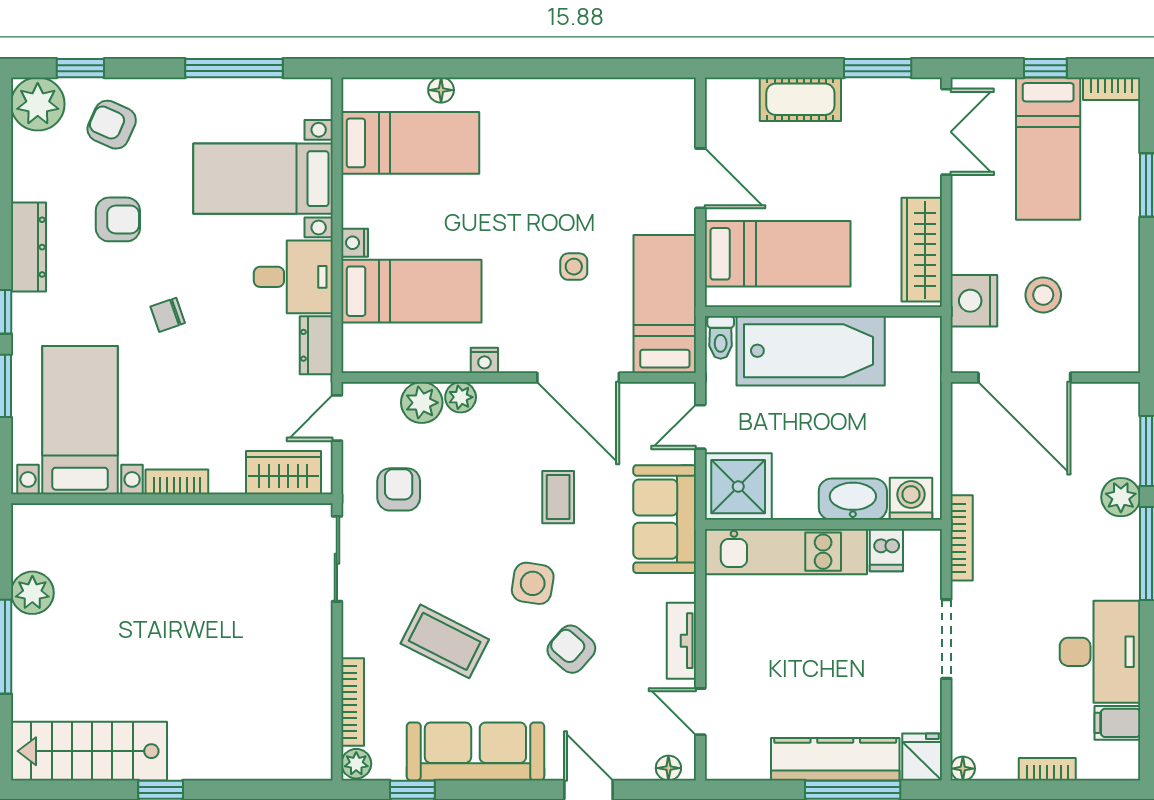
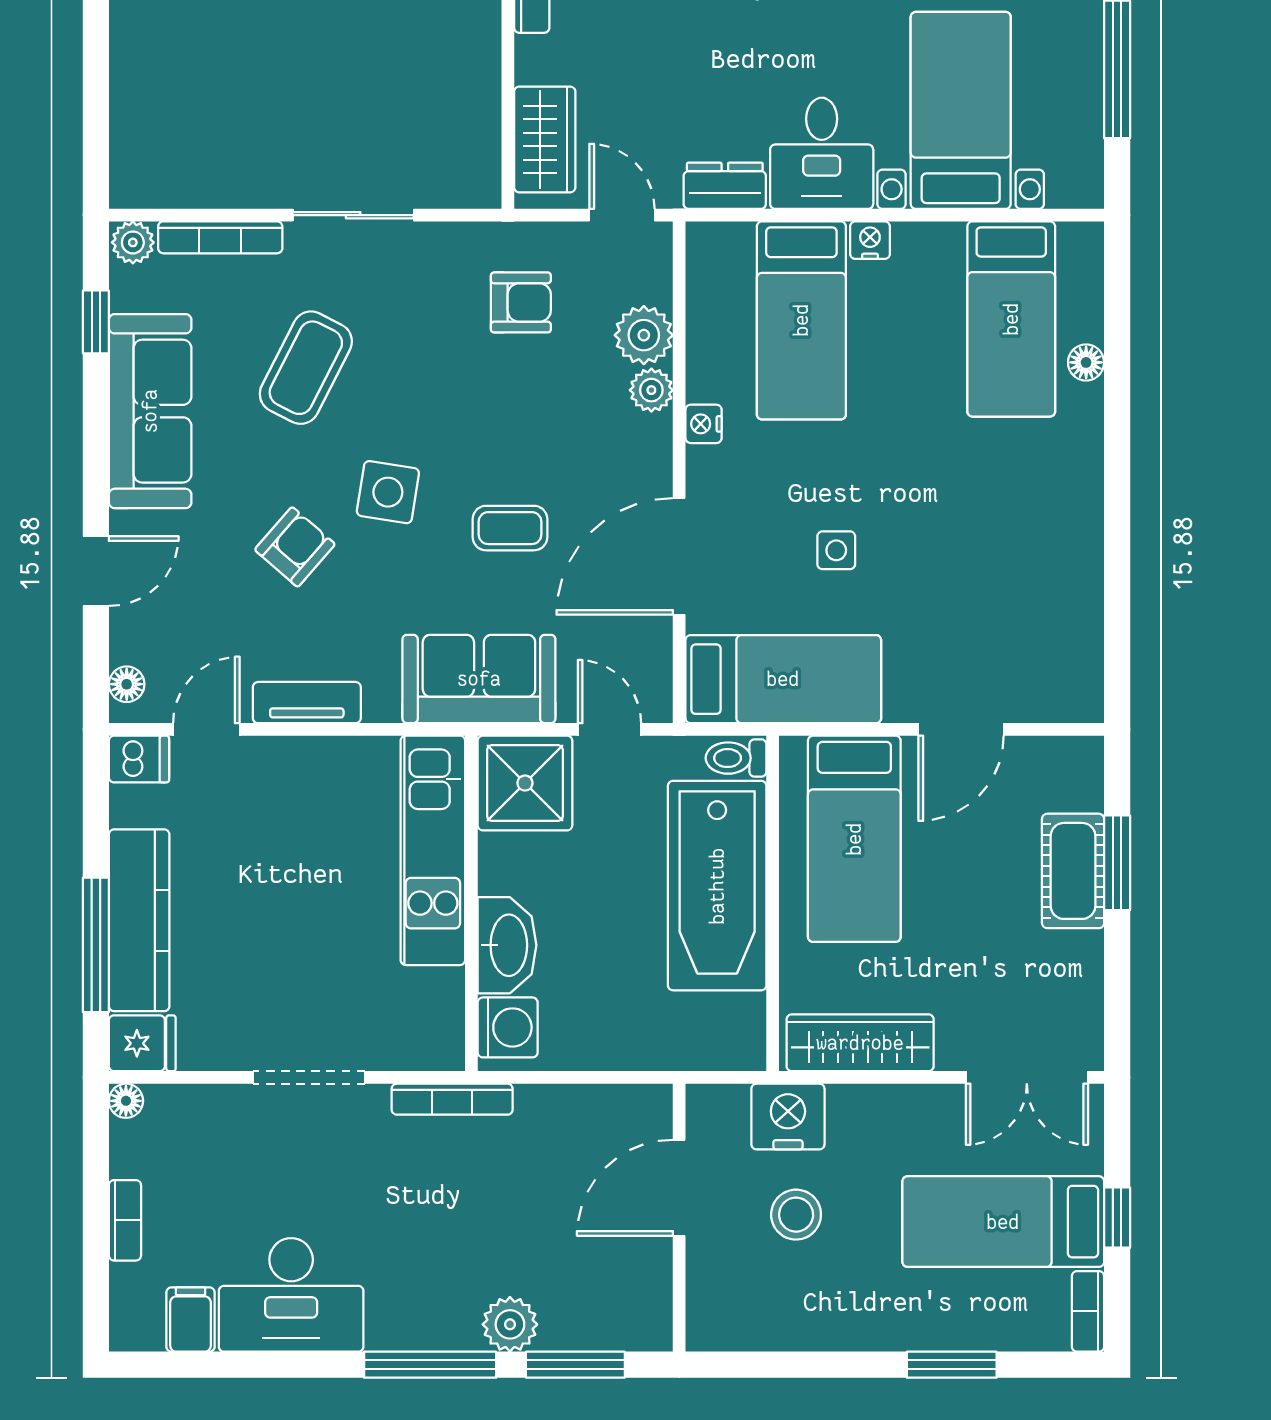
window: (878, 68) -> (1117, 863), moved
door: (1024, 378) -> (679, 1188), width x0.73
dishwasher: (886, 550) -> (139, 759), moved, turned 180
sliding door: (337, 559) -> (353, 215), moved

